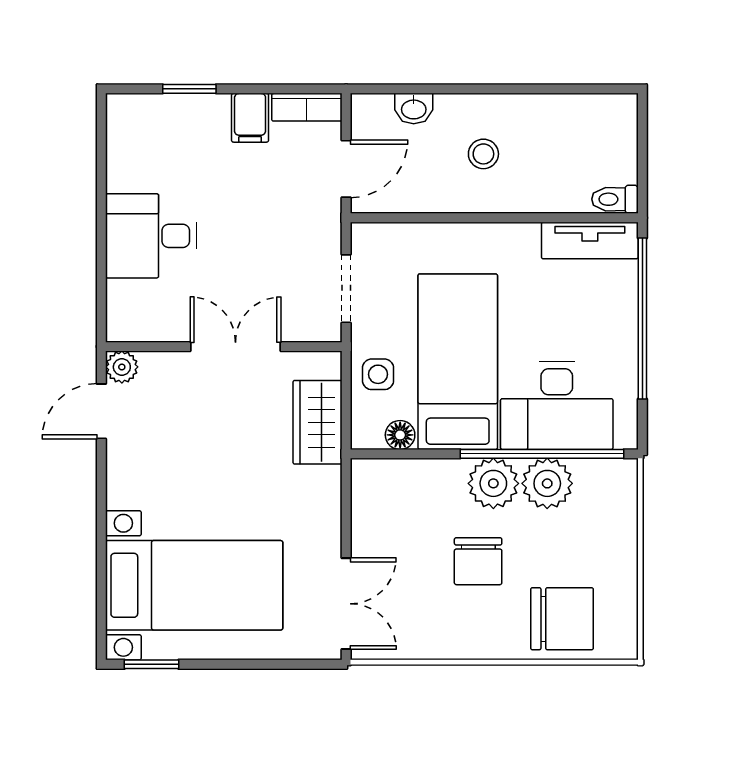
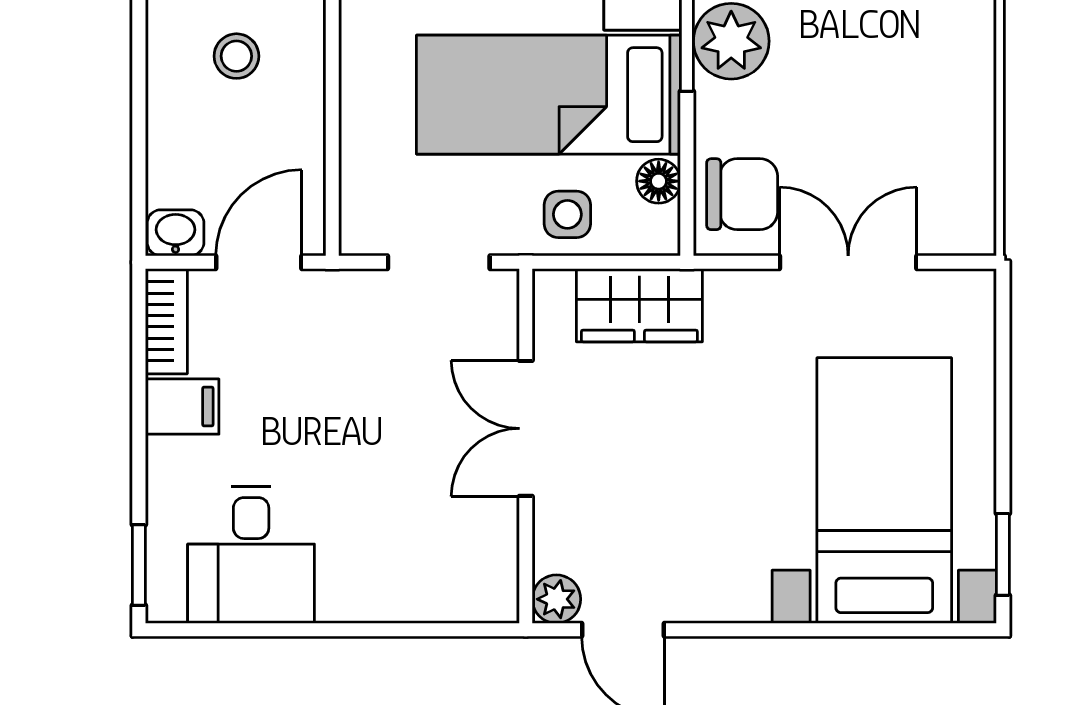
window: (189, 89) -> (139, 565), moved
washbasin: (414, 109) -> (176, 233), moved, turned -90
door: (346, 169) -> (259, 262), hinge flipped
desk: (151, 236) -> (251, 555), moved
chair: (478, 561) -> (742, 194), moved
double door: (346, 604) -> (848, 262), moved

